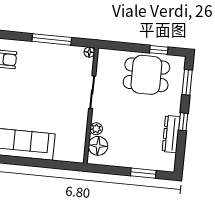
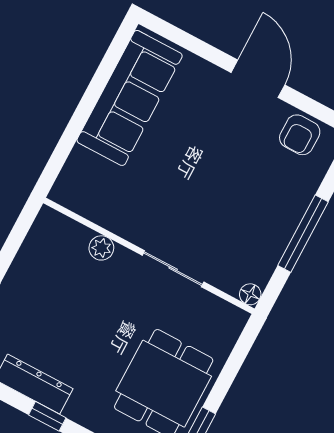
floor lamp: (98, 146) -> (68, 238), removed

